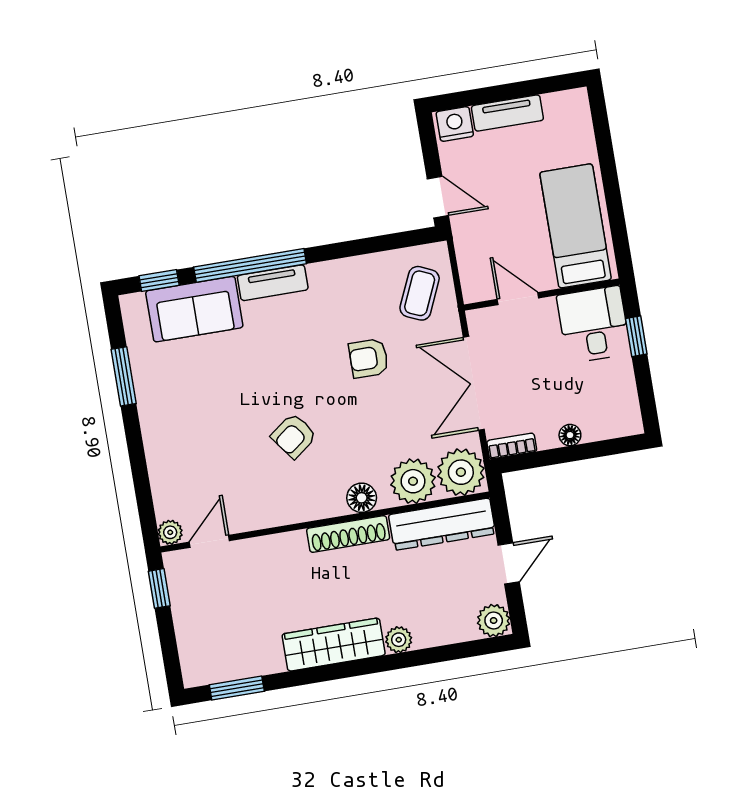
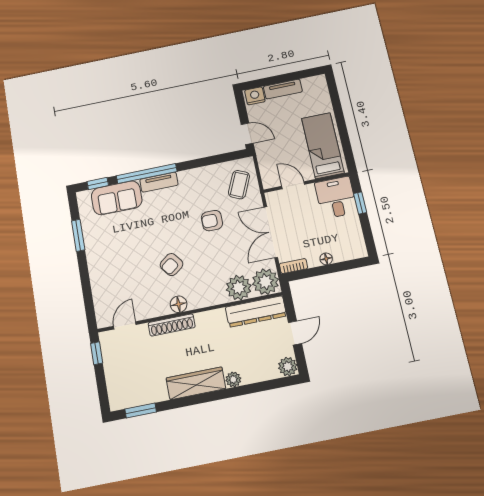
floor lamp: (362, 498) -> (179, 304), moved
plant: (170, 532) -> (103, 321), removed
shoe rack: (348, 534) -> (172, 325), moved

